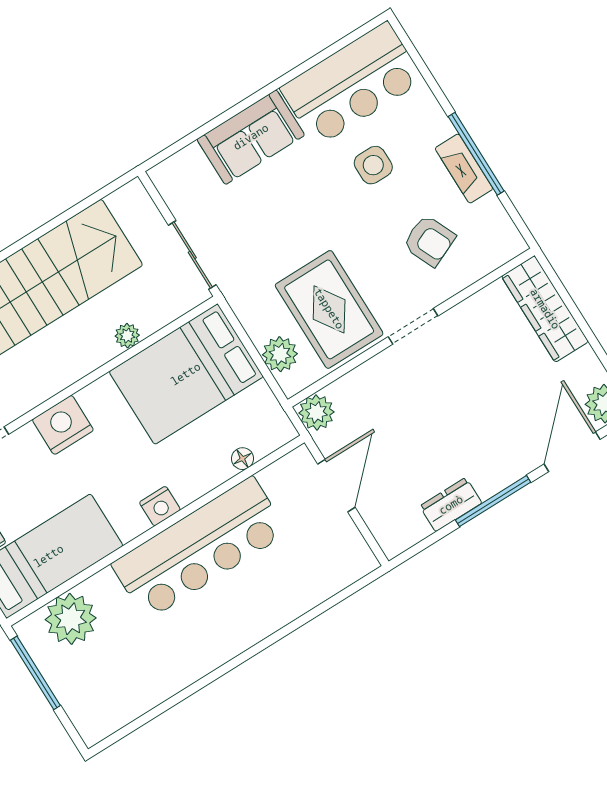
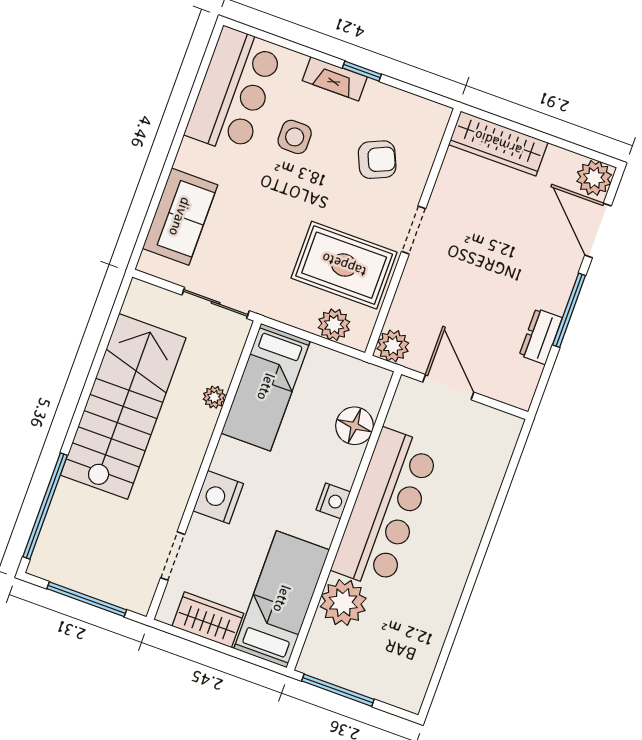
sofa: (251, 137) -> (180, 217), moved
window: (476, 154) -> (362, 71), width x0.46
fireplace: (464, 169) -> (335, 79), moved
bed: (186, 374) -> (266, 387), width x0.67
floor lamp: (242, 459) -> (354, 426), width x1.89, depth x1.89
plant: (71, 619) -> (343, 603), moved

